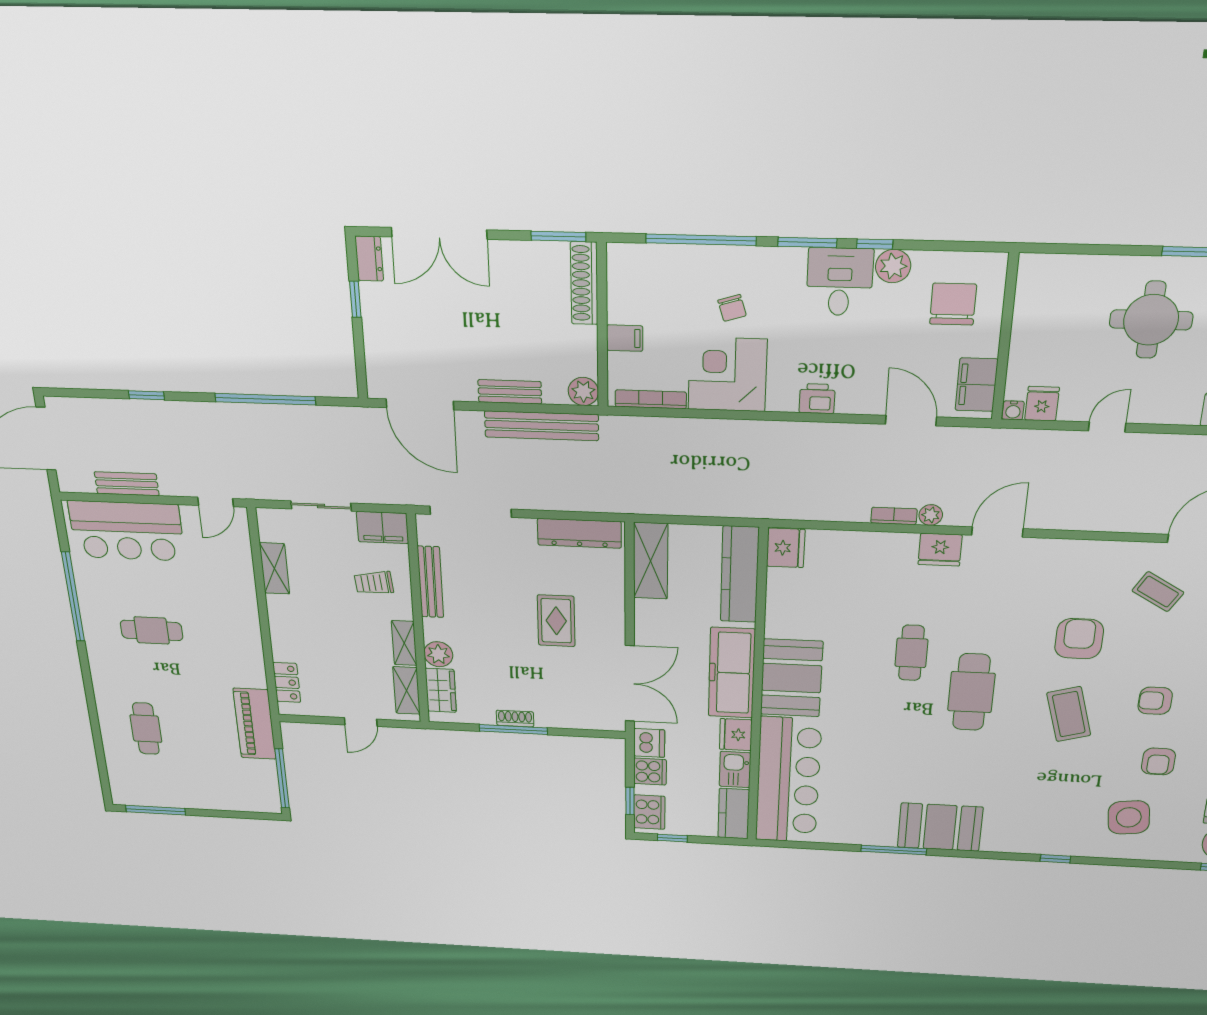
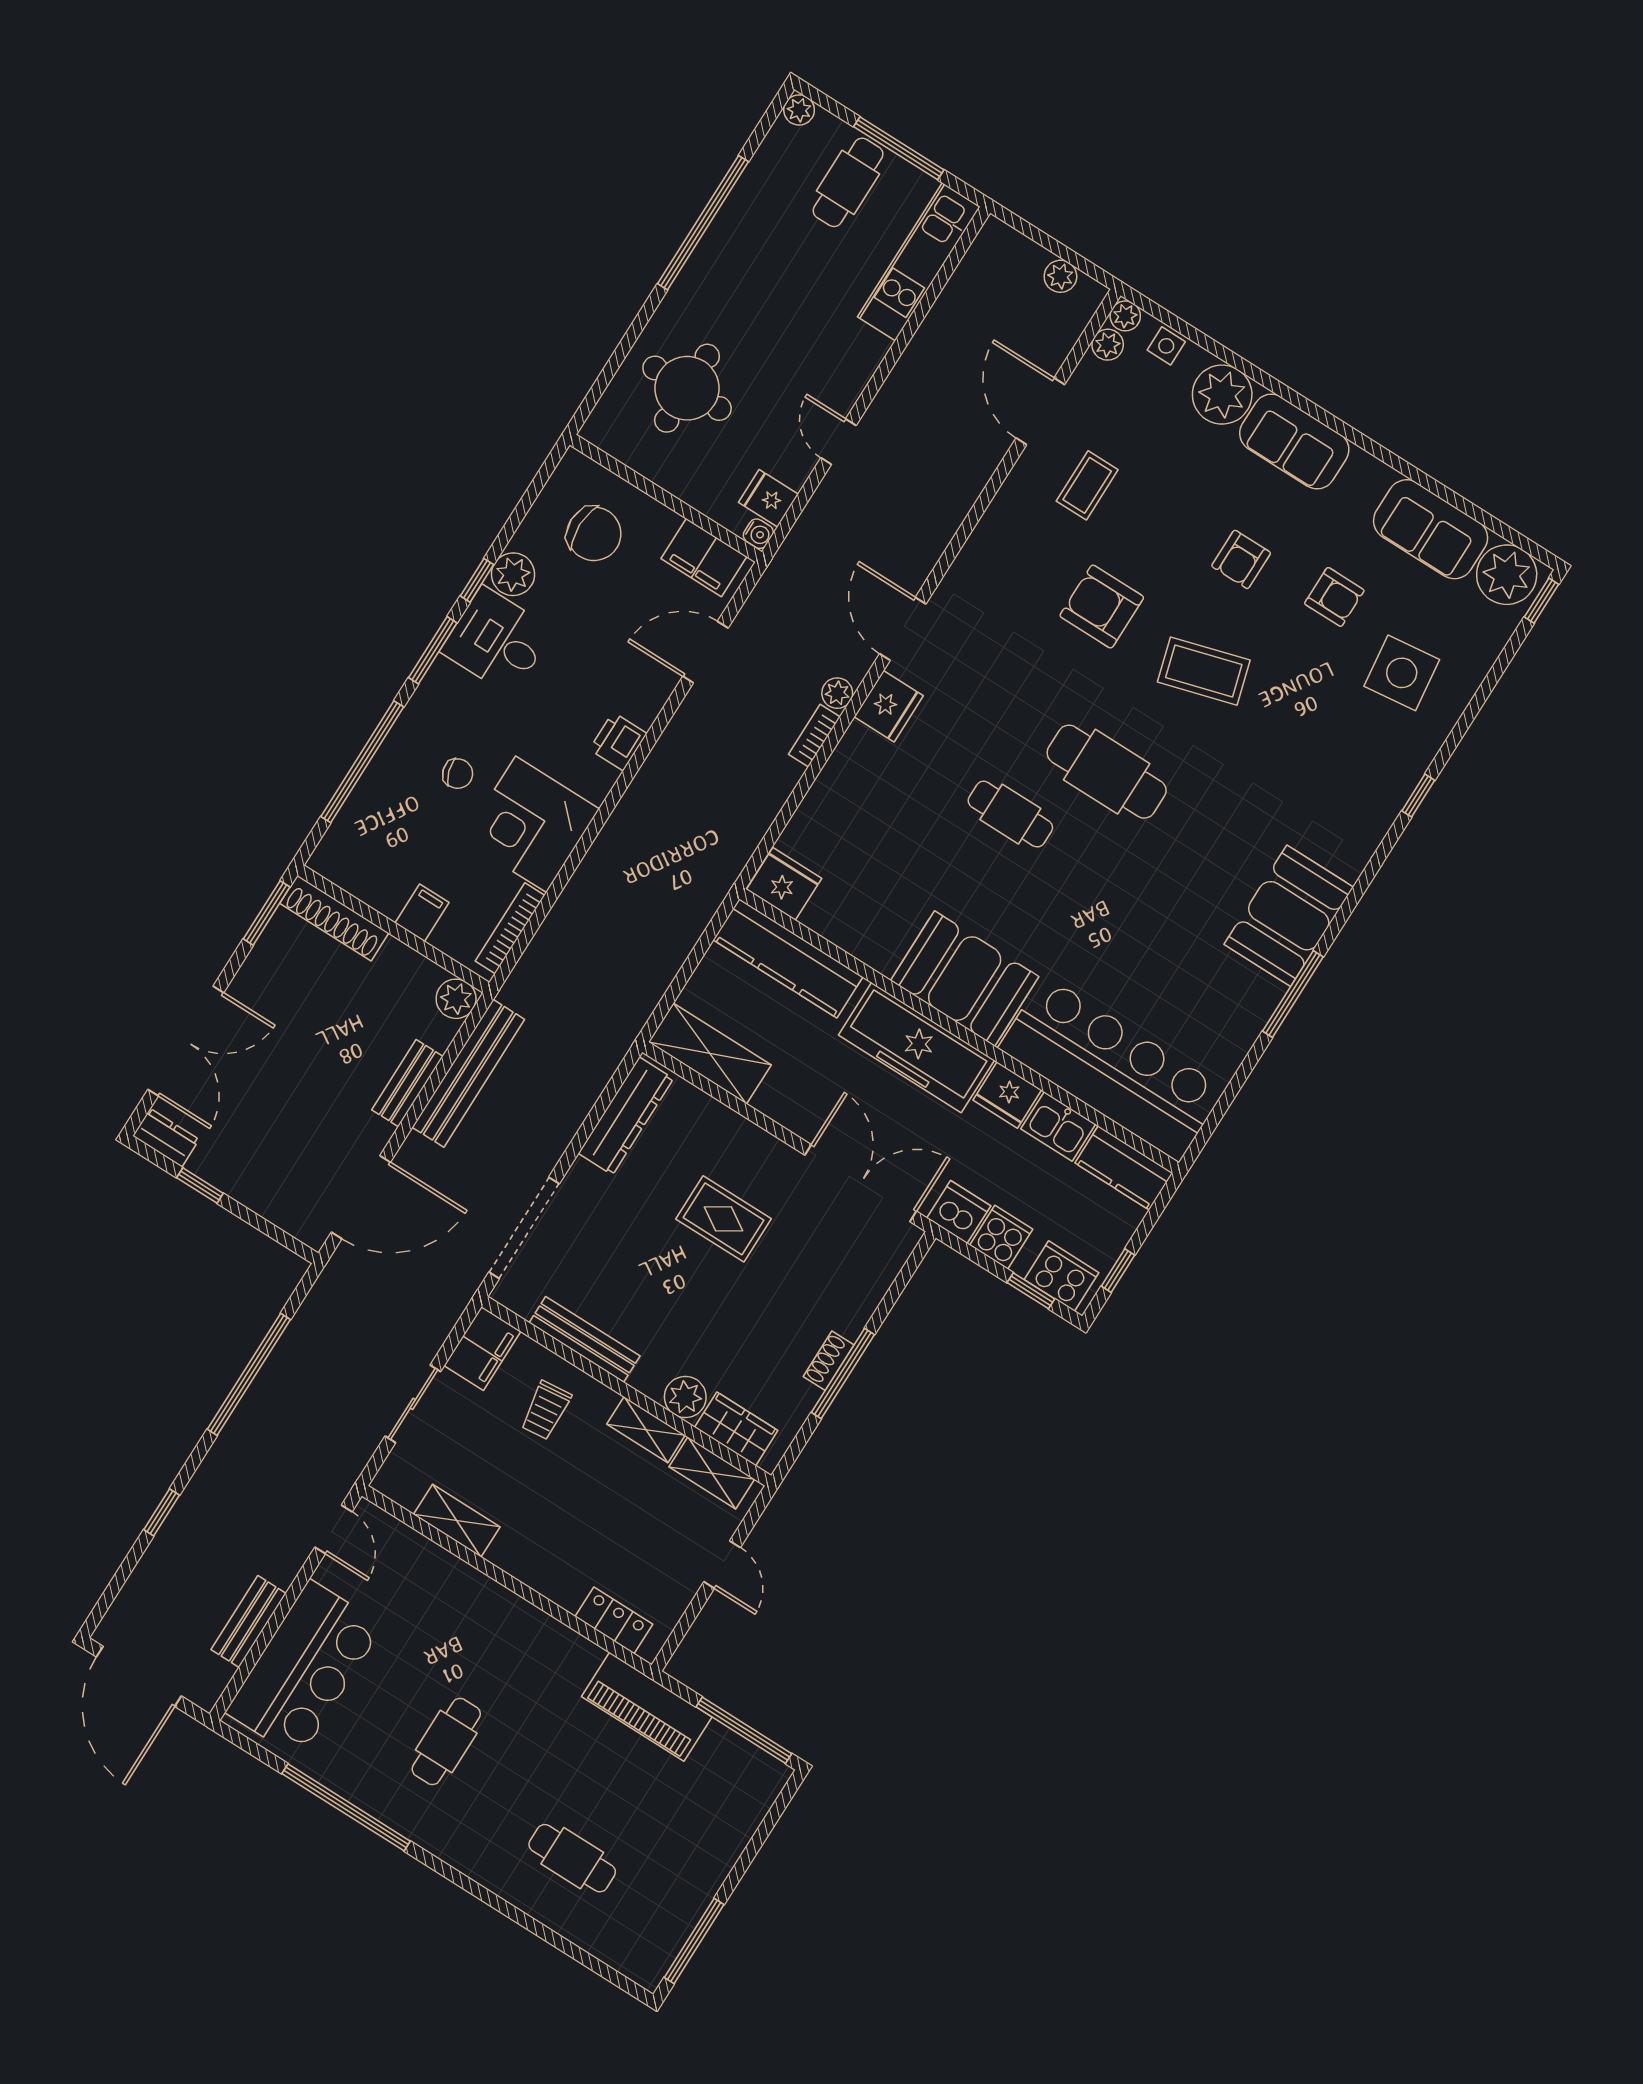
chair: (953, 304) -> (594, 534), turned 180
round table: (1151, 320) -> (687, 388), moved
coffee table: (1158, 592) -> (1087, 485), turned -30

